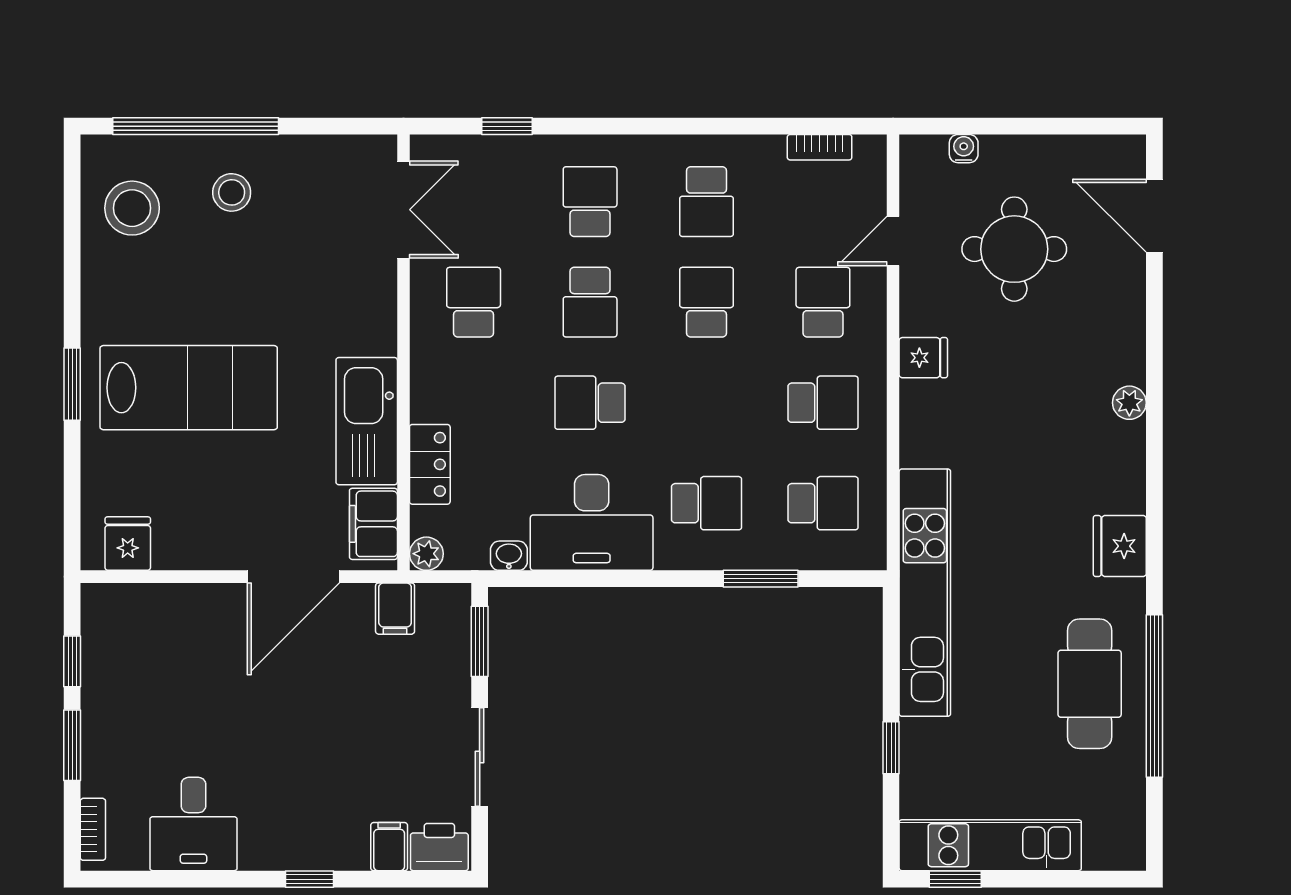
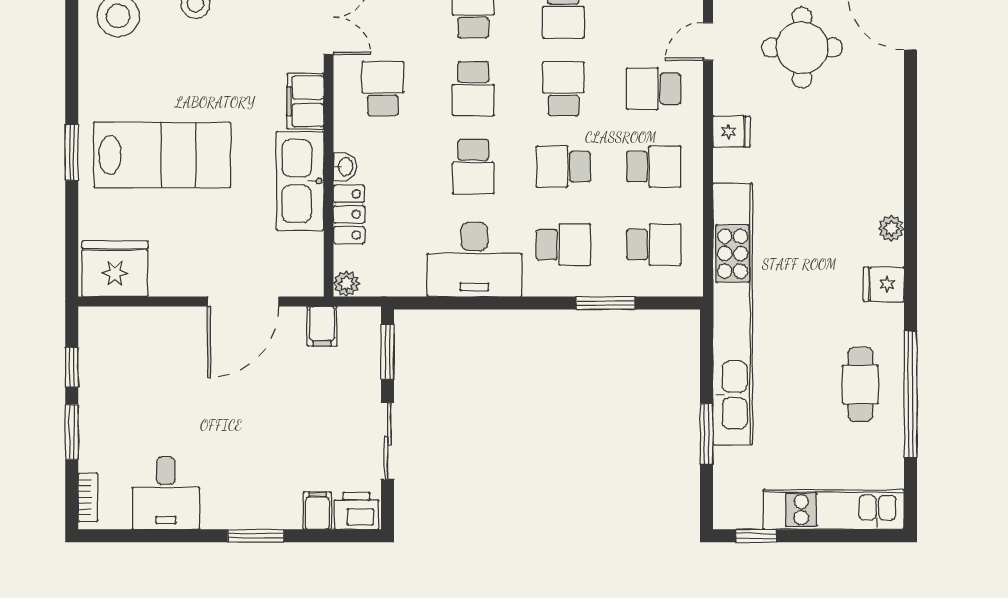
school desk: (823, 302) -> (654, 89), turned -90
school desk: (590, 403) -> (473, 167), turned -90
school desk: (707, 403) -> (563, 167), added
plant: (1129, 403) -> (891, 228), moved
filing cabinet: (373, 524) -> (305, 101), moved
fridge: (128, 544) -> (115, 269), width x1.88, depth x1.34
fridge: (1120, 546) -> (884, 284), width x0.72
washbasin: (509, 556) -> (345, 167), moved, turned 90
kitchen unit: (925, 593) -> (733, 314), width x1.36
cafe table: (1090, 684) -> (860, 384), width x0.73, depth x0.74
window: (891, 748) -> (706, 434), width x1.50
kitchen unit: (990, 845) -> (834, 510), moved
window: (309, 879) -> (256, 536), width x1.50

